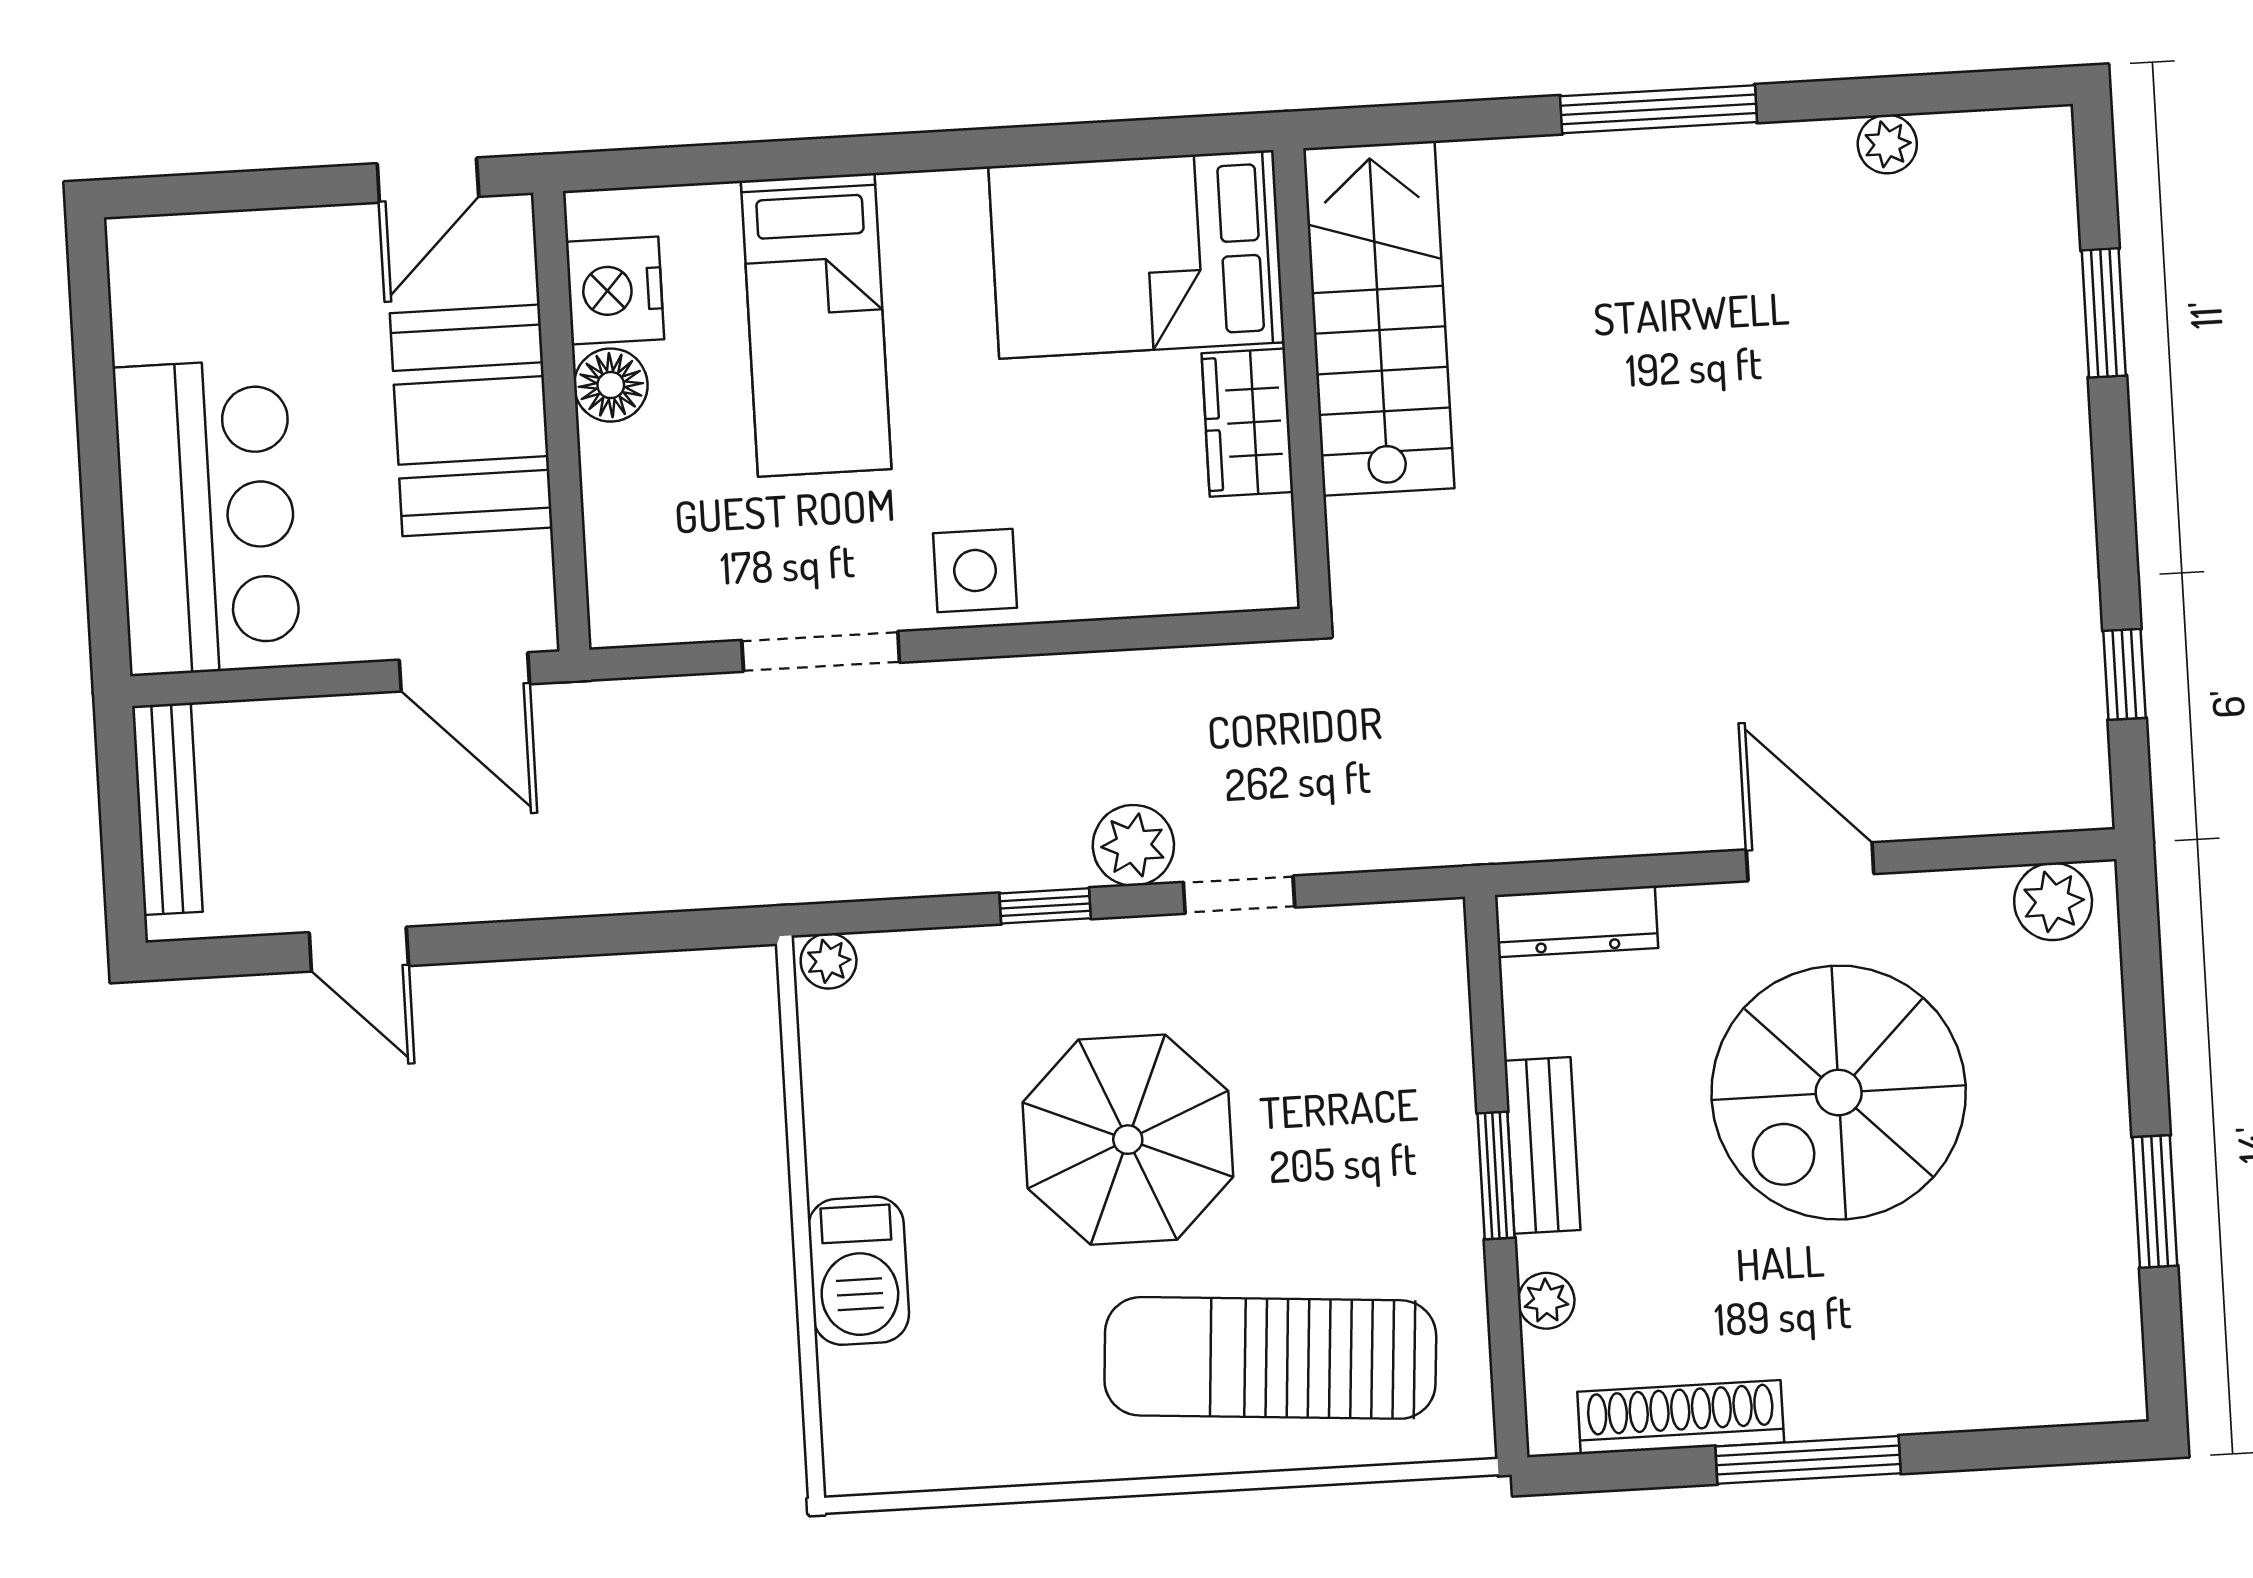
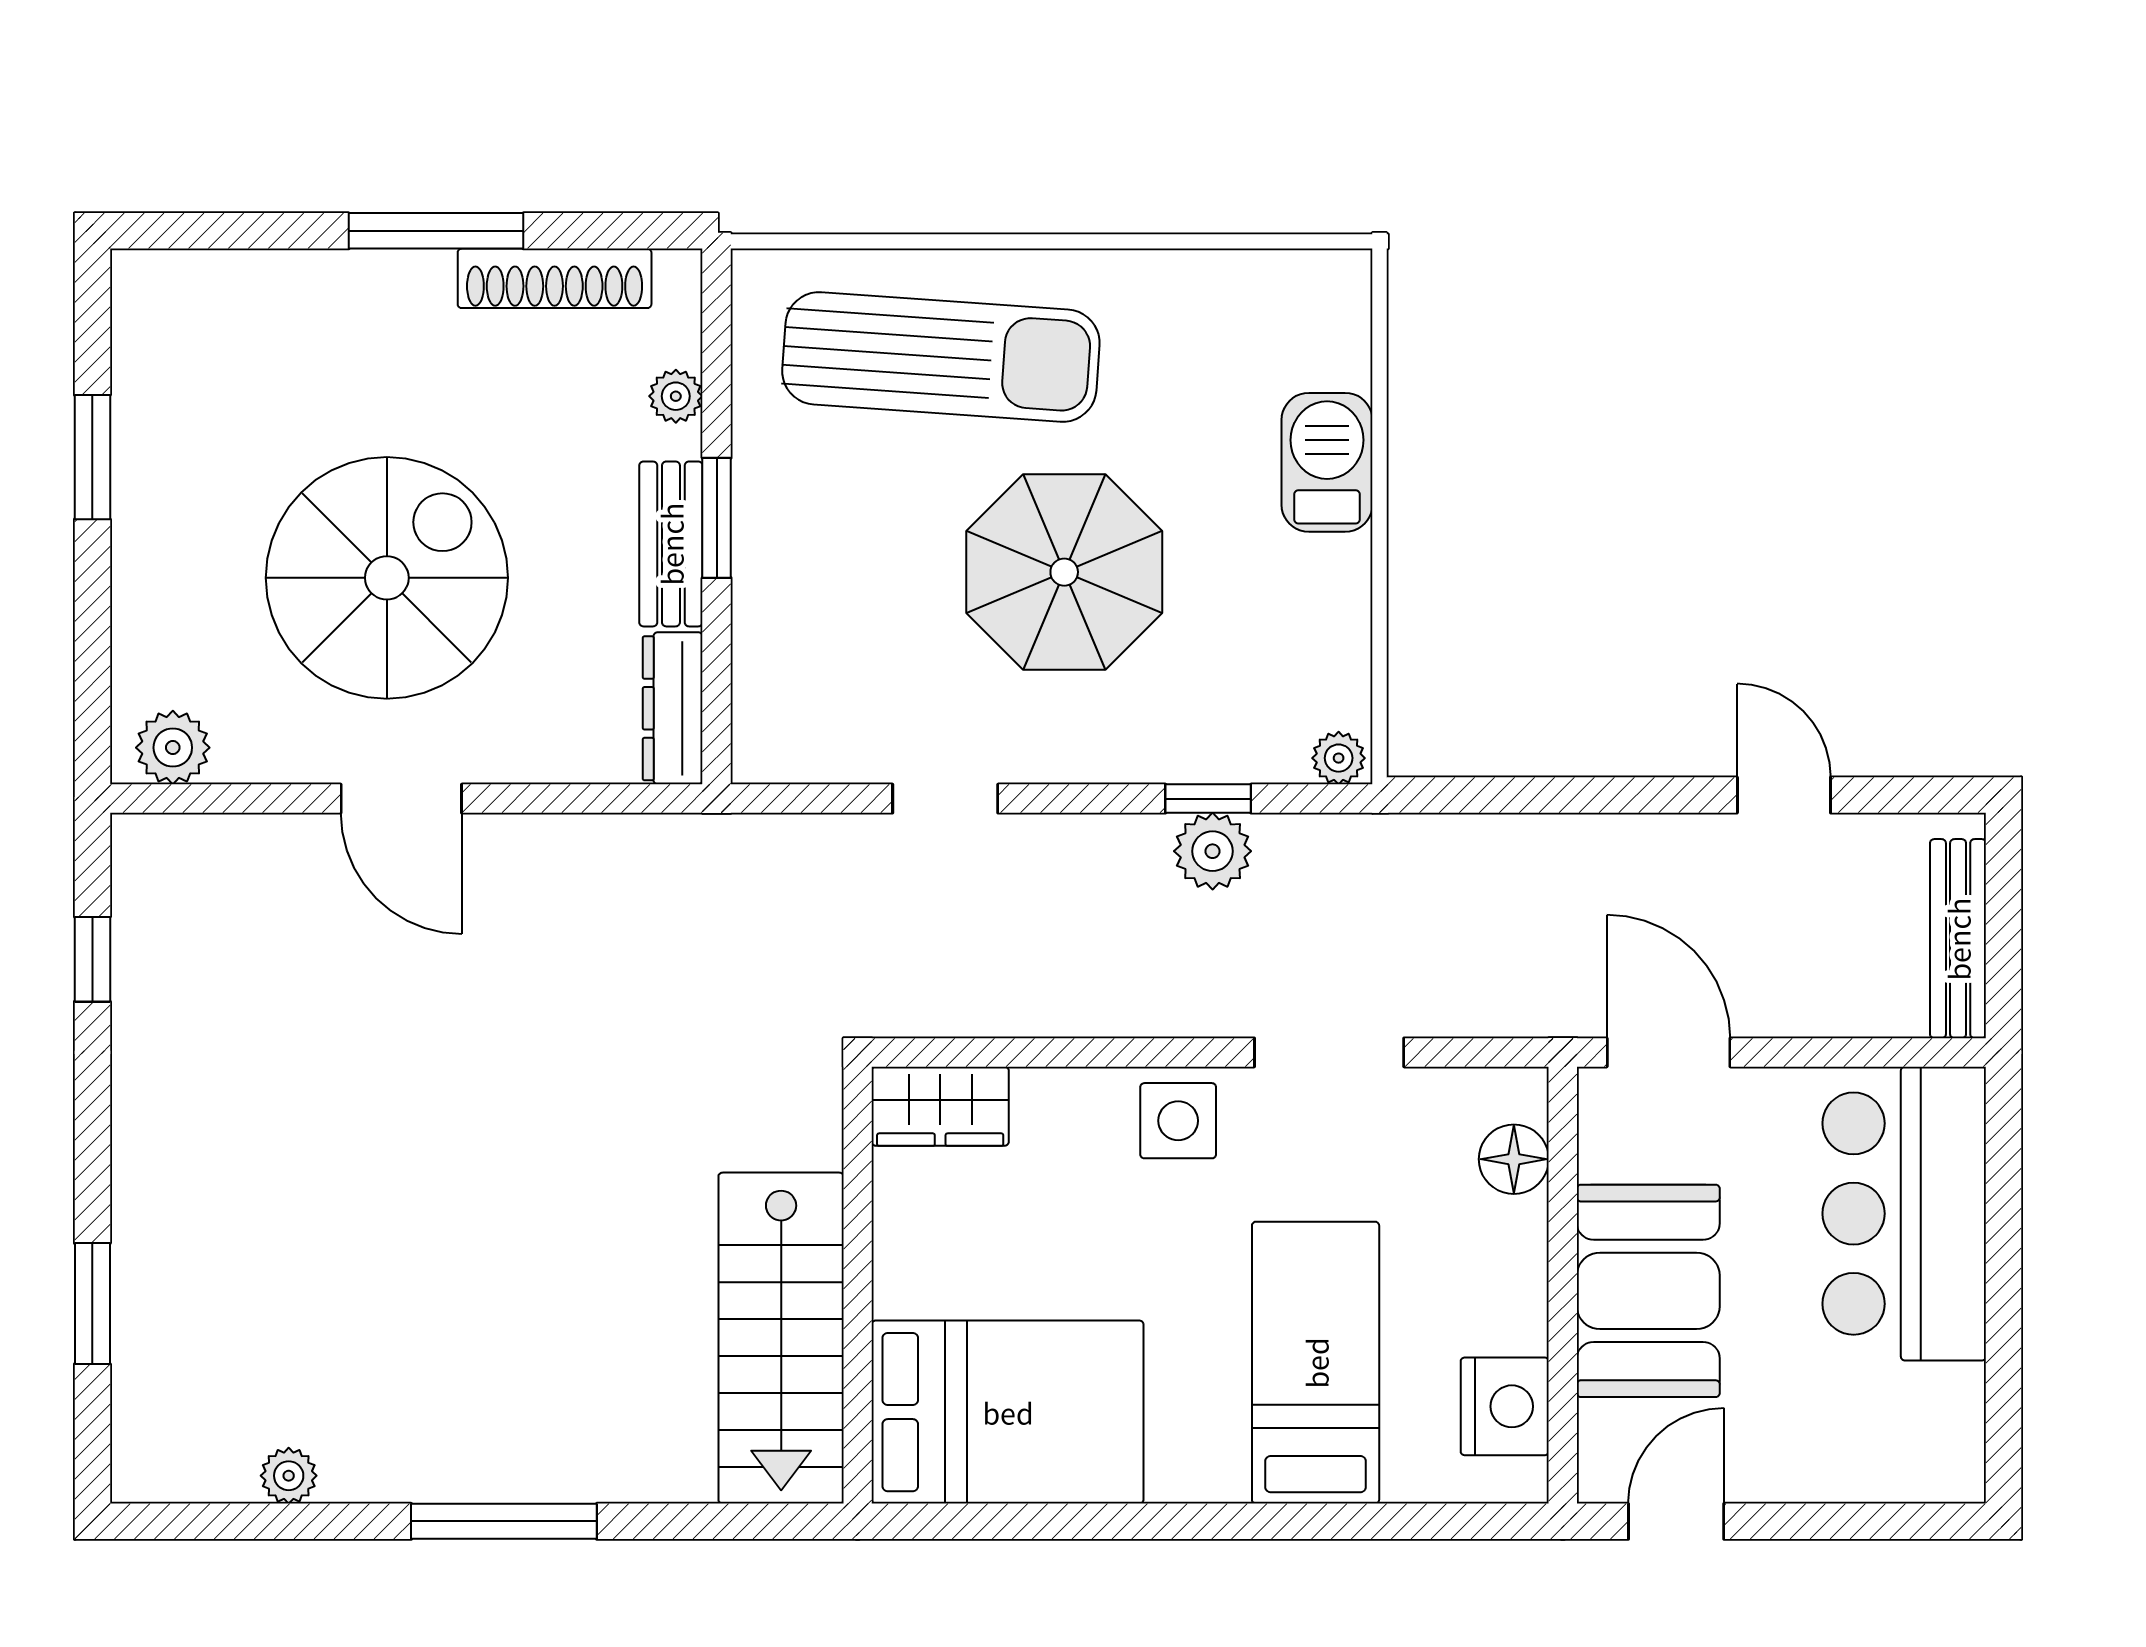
floor lamp: (611, 385) -> (1514, 1159), moved
wardrobe: (1247, 423) -> (940, 1106), moved, turned 90
plant: (1133, 845) -> (1213, 851), moved
window: (1045, 906) -> (1208, 799), moved
dresser: (1576, 921) -> (673, 708), moved, turned -90

